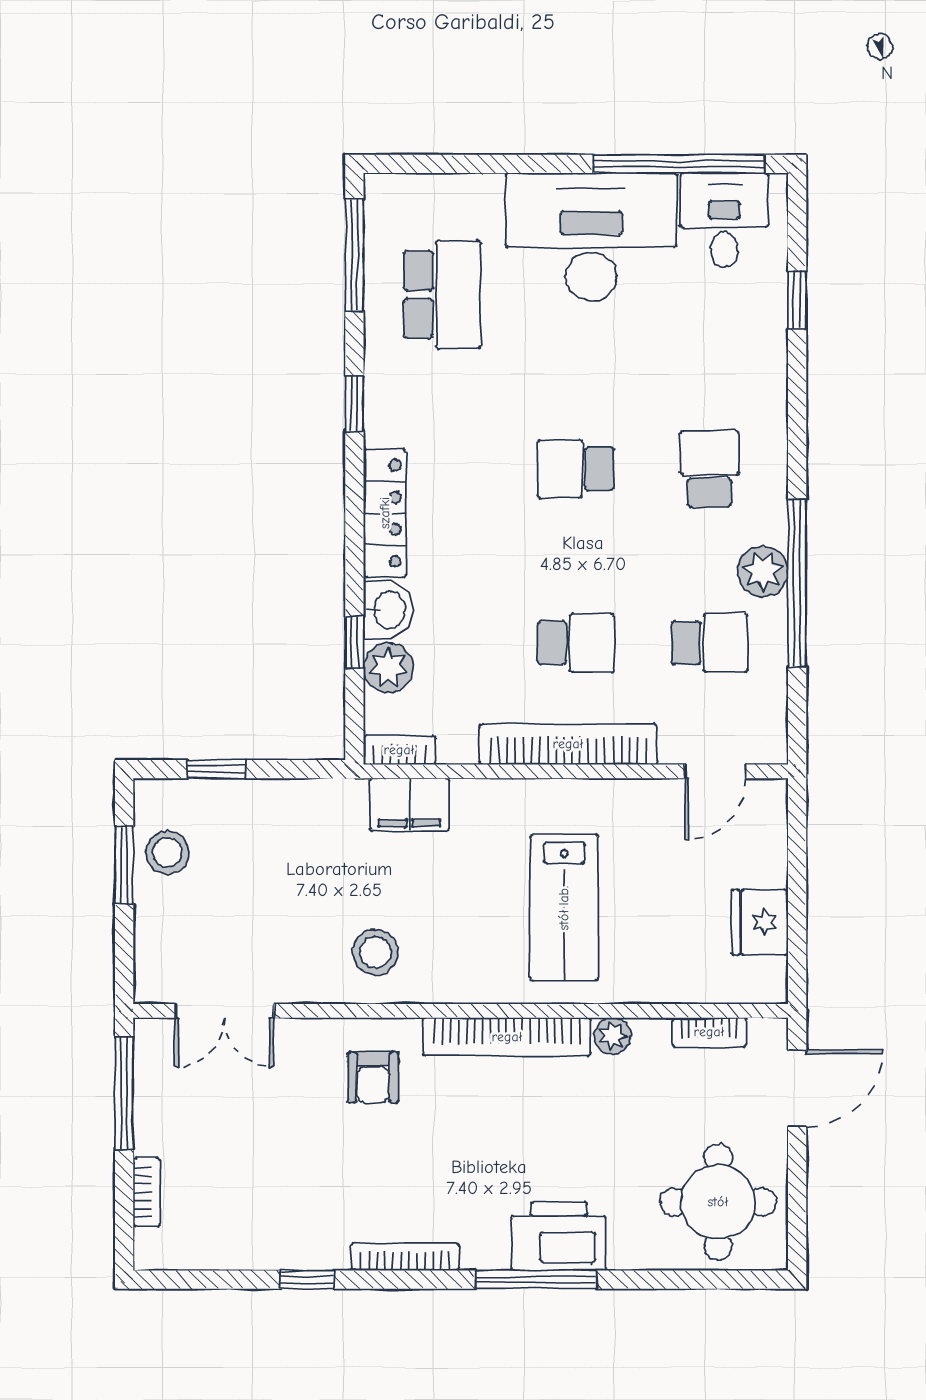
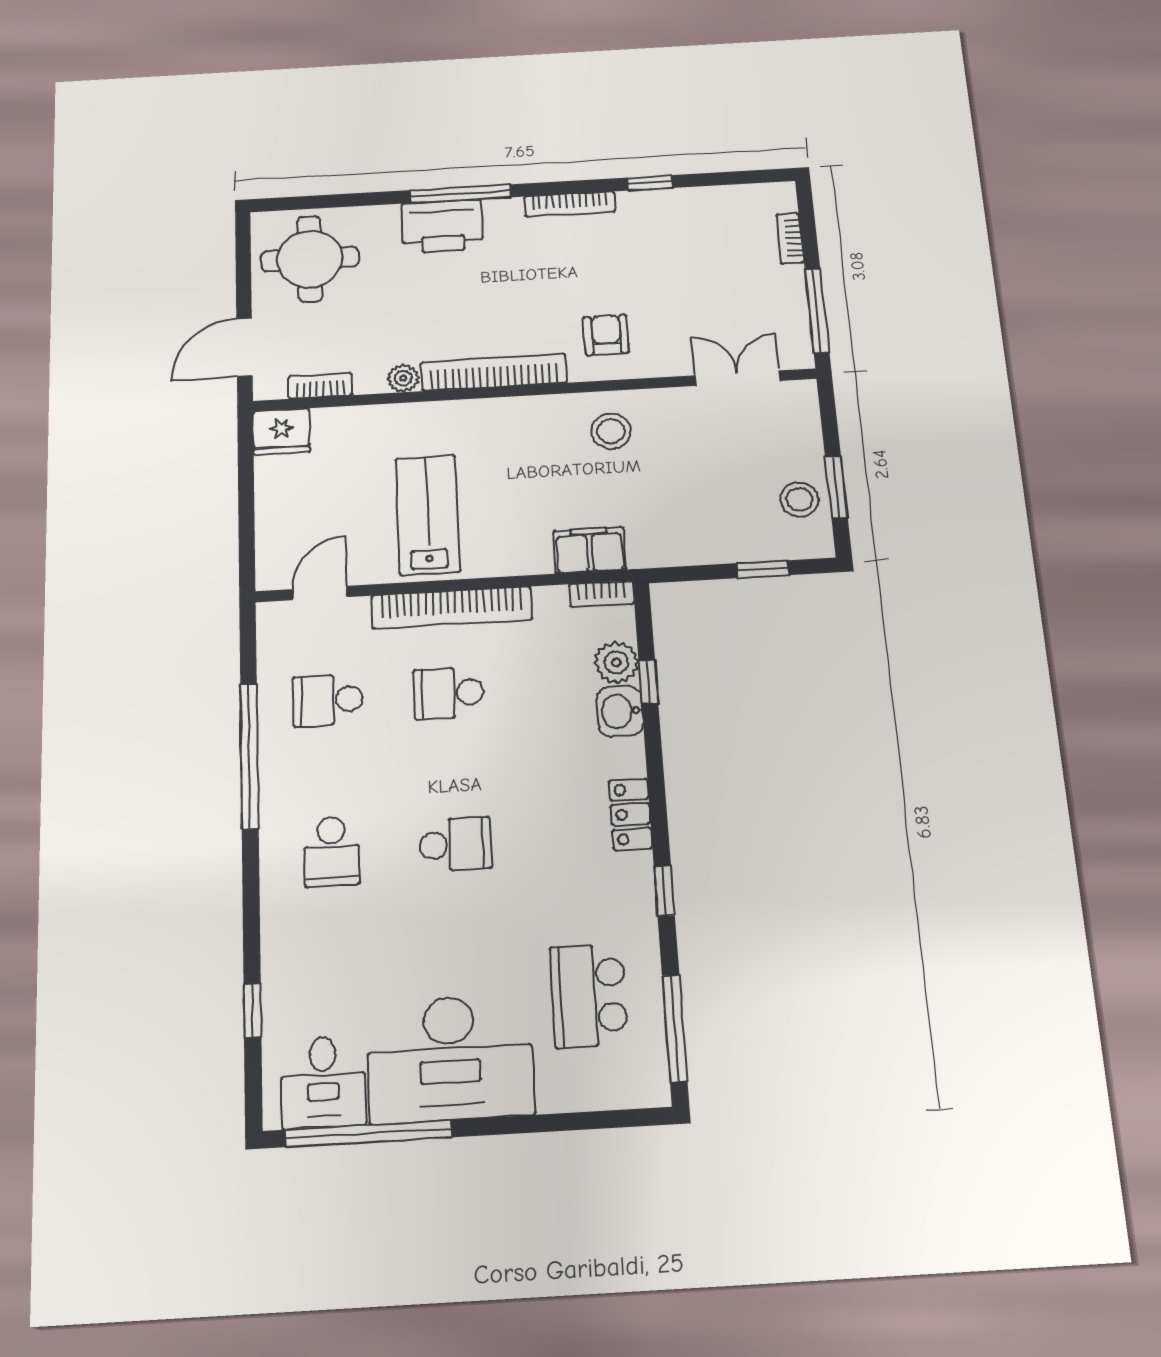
locker: (385, 513) -> (630, 814), width x0.66
plant: (763, 572) -> (281, 764), removed
lab bench: (564, 908) -> (428, 515), moved
fridge: (760, 922) -> (282, 432), moved, turned 90

